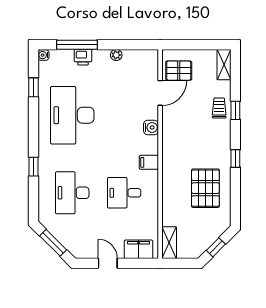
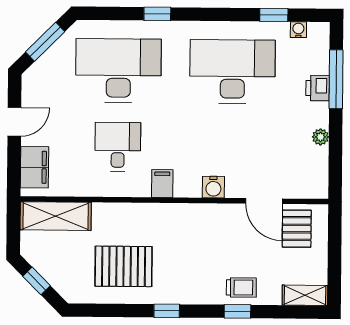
water cooler: (43, 55) -> (298, 30), moved
desk: (72, 193) -> (118, 71), width x1.36, depth x1.30
shelving: (169, 243) -> (56, 216), width x1.50, depth x1.33

